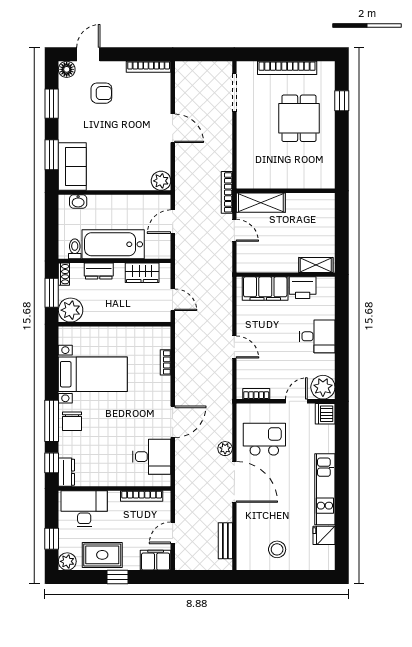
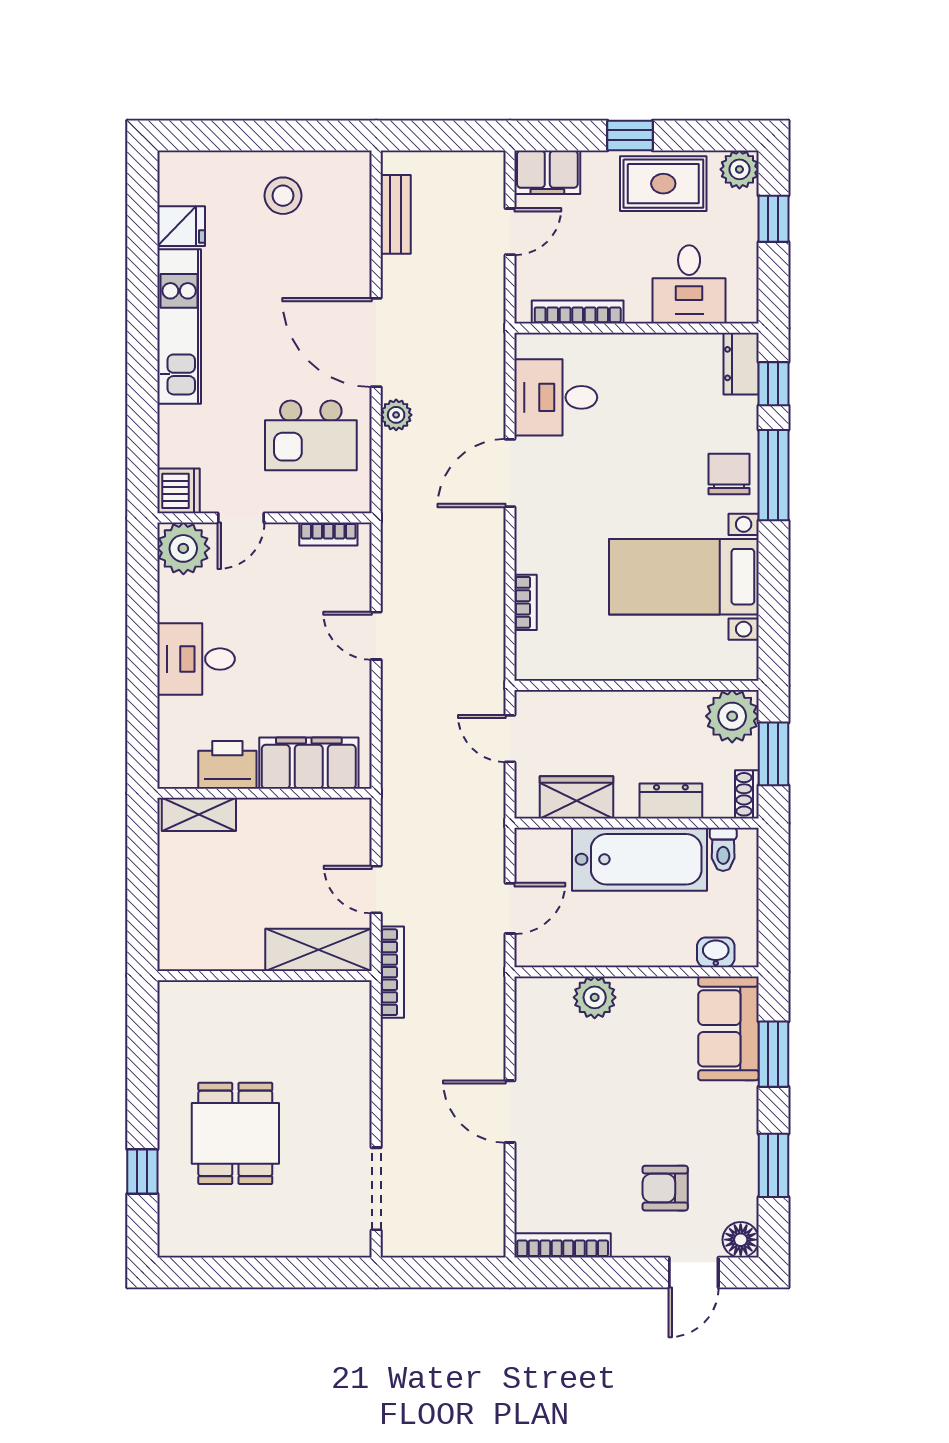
bookcase: (287, 68) -> (261, 1243), removed
plant: (161, 181) -> (595, 997), moved
desk: (84, 509) -> (689, 284), width x0.73

